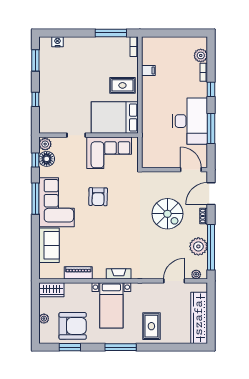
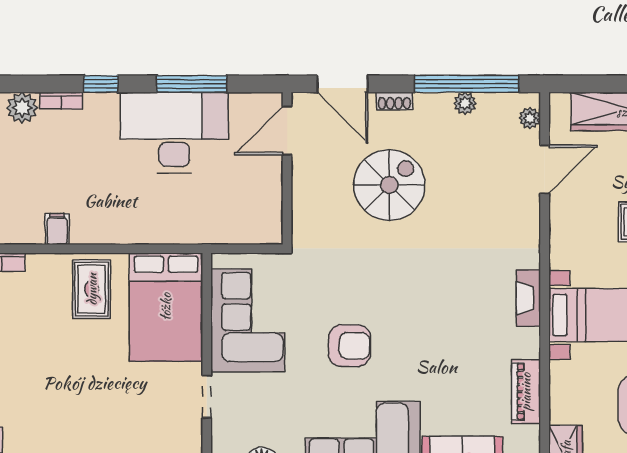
plant: (198, 246) -> (465, 103), width x0.53, depth x0.53
door: (174, 281) -> (545, 169), swing flipped

